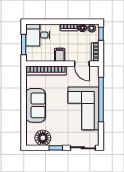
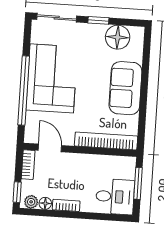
filing cabinet: (60, 55) -> (83, 164), removed

